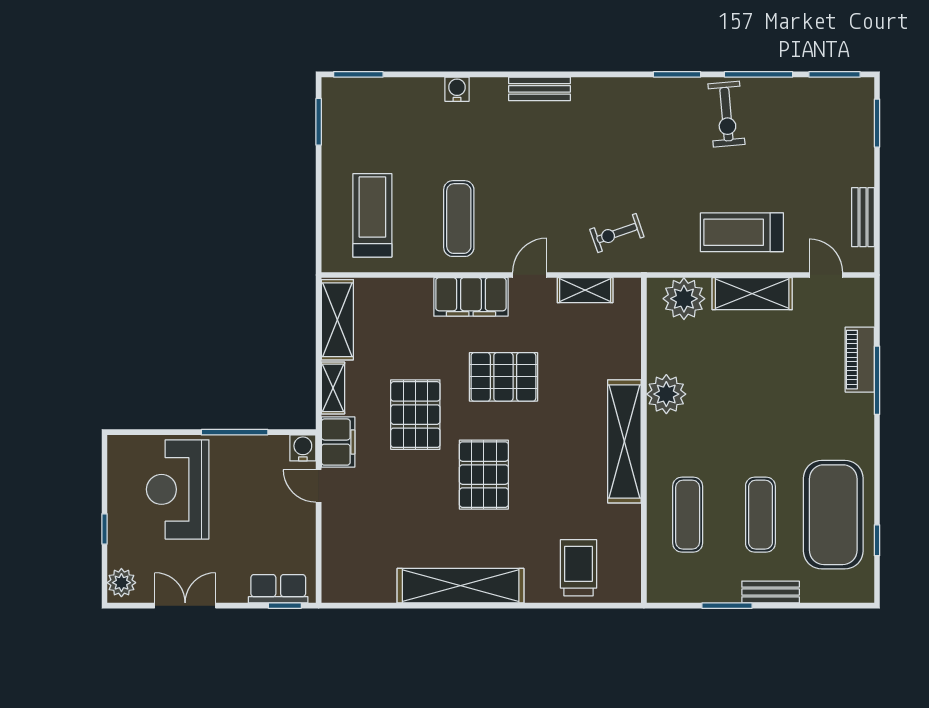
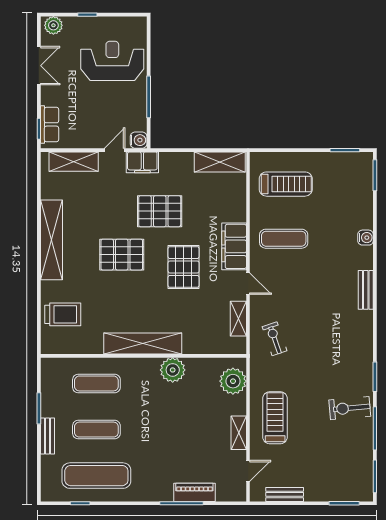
shelving: (752, 294) -> (239, 433), width x0.67, depth x0.75
shelving: (333, 388) -> (74, 162), moved, width x1.50, depth x1.33
exercise mat: (833, 515) -> (96, 476), width x0.68

